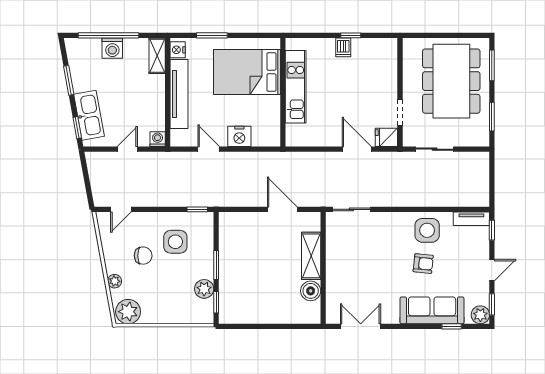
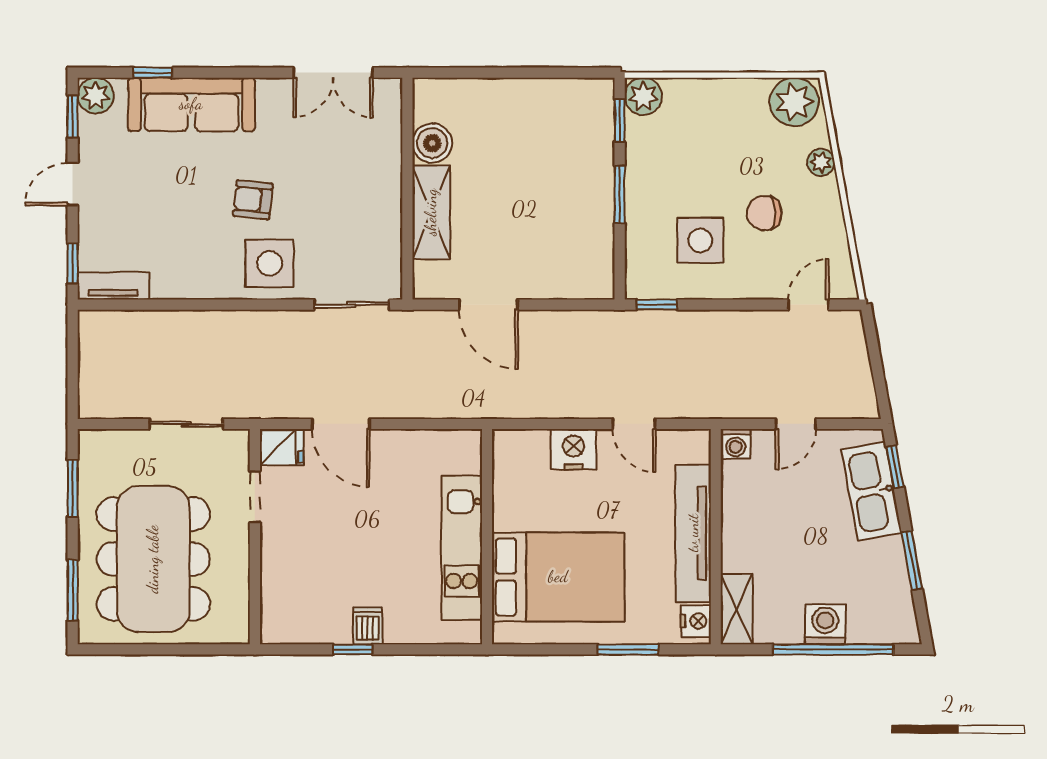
side table: (427, 230) -> (270, 263), moved
armchair: (423, 264) -> (253, 200), moved
plant: (204, 289) -> (643, 96), moved

